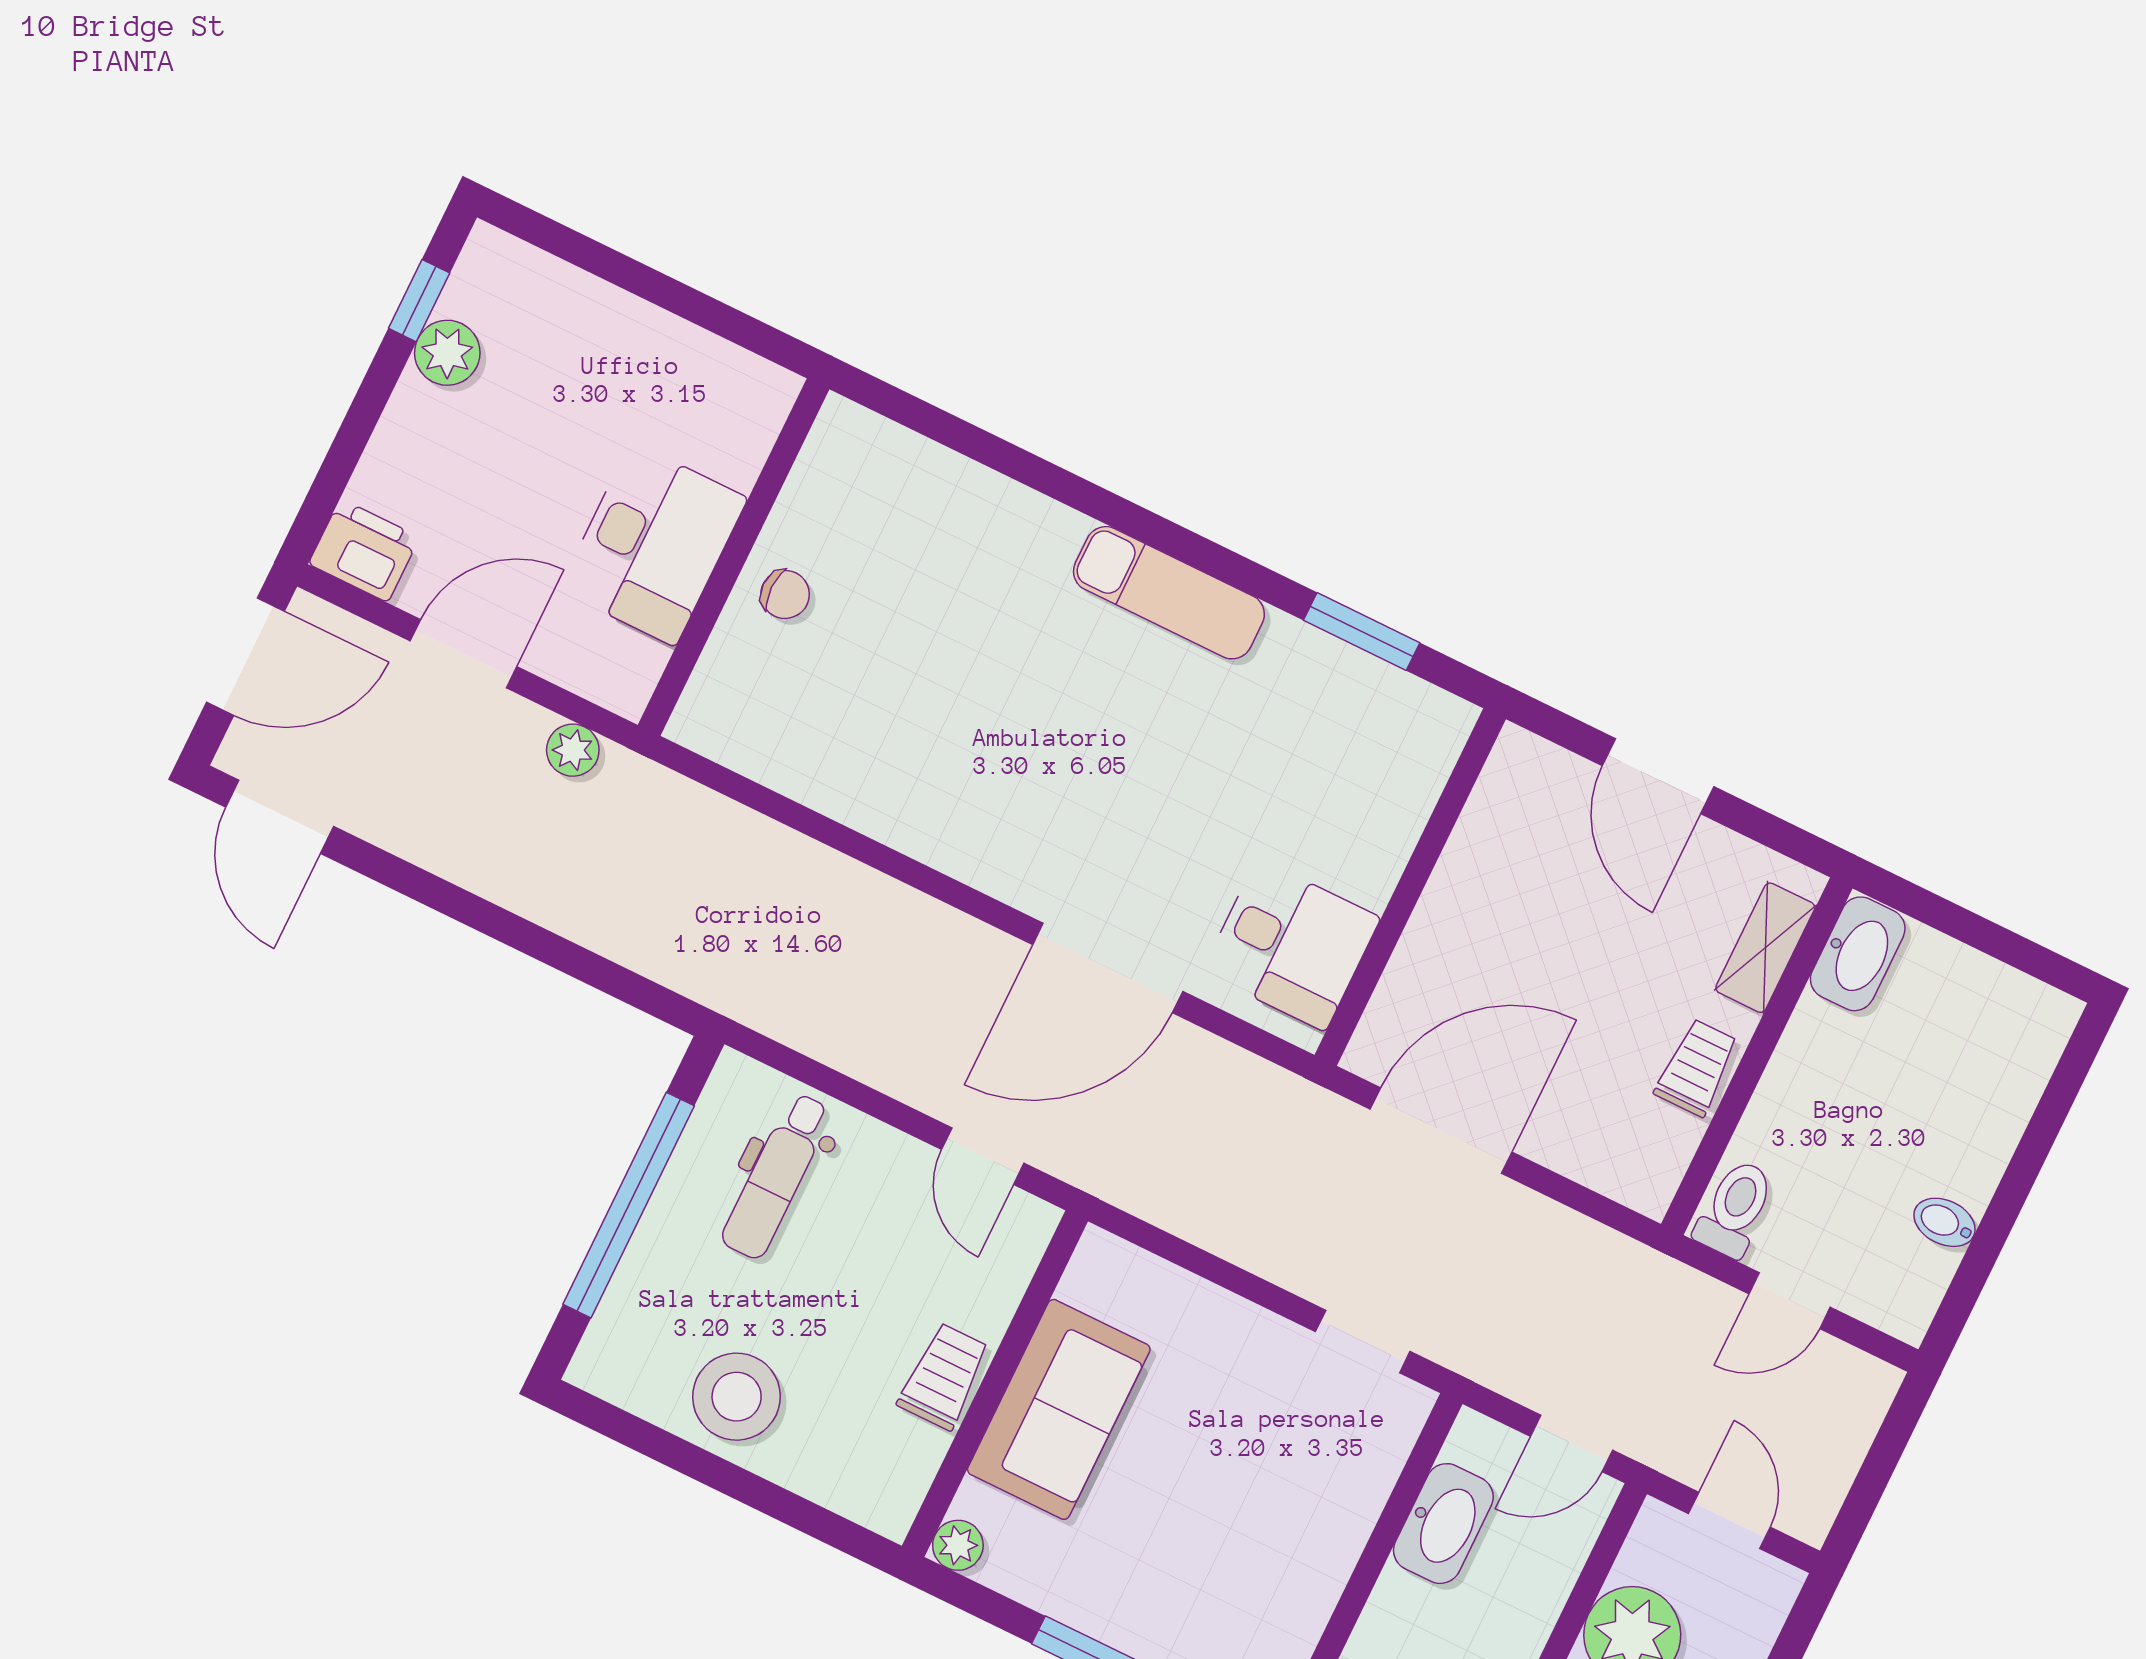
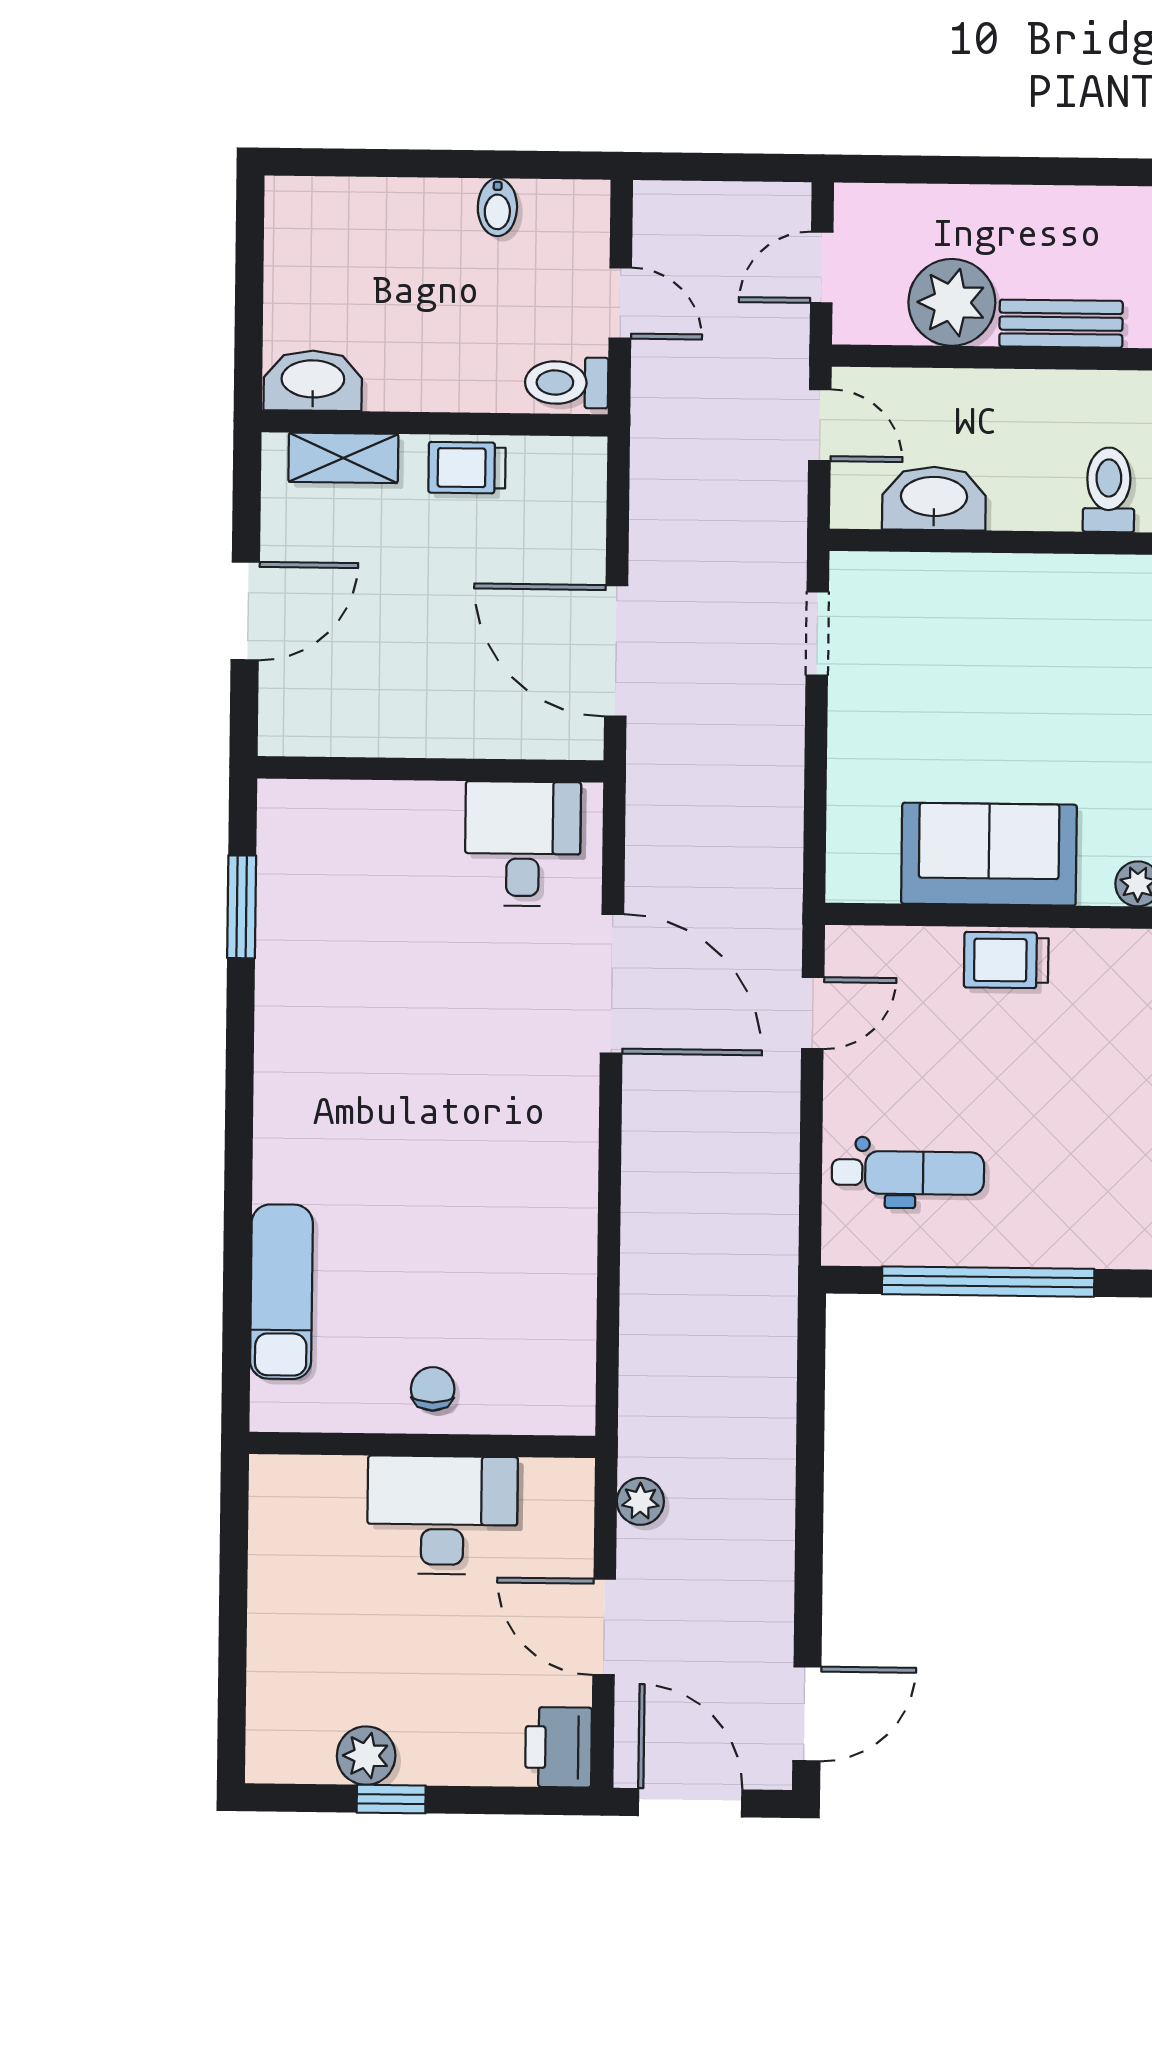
window: (419, 301) -> (391, 1799), moved
exam couch: (1169, 593) -> (281, 1292), moved
stool: (737, 1397) -> (1102, 1121), removed

